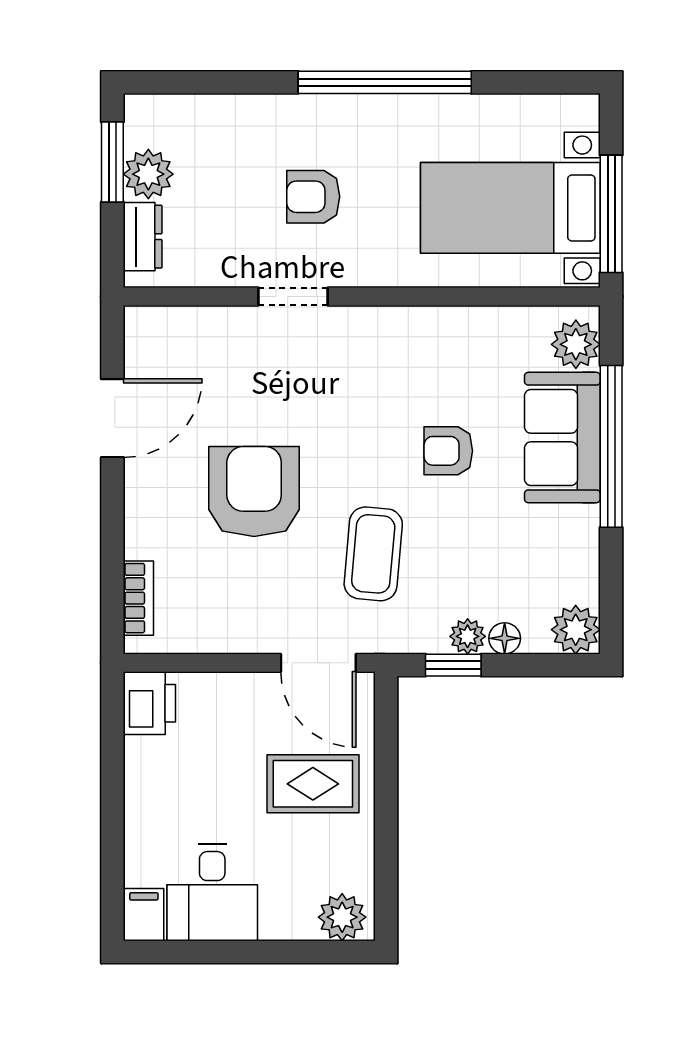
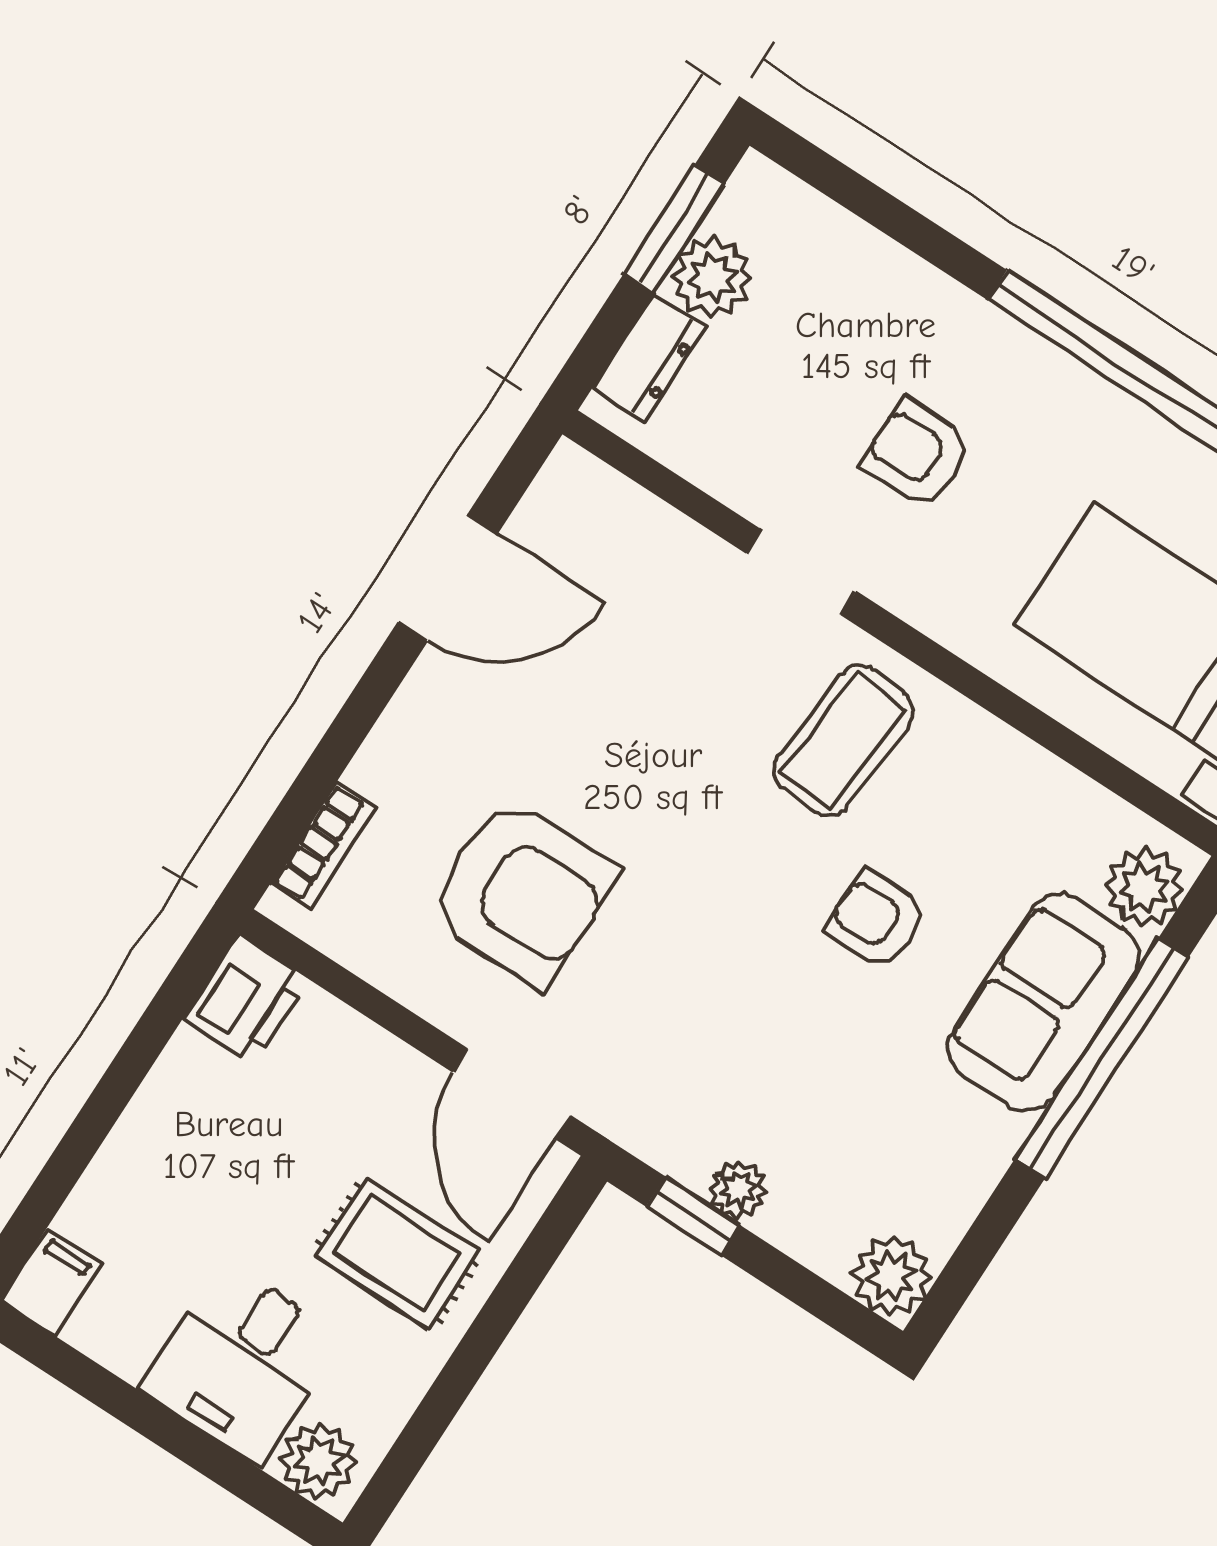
armchair: (254, 491) -> (522, 892), moved, turned 90
coffee table: (373, 554) -> (844, 741), moved
floor lamp: (505, 638) -> (787, 1225), removed
desk: (212, 892) -> (242, 1363), moved

